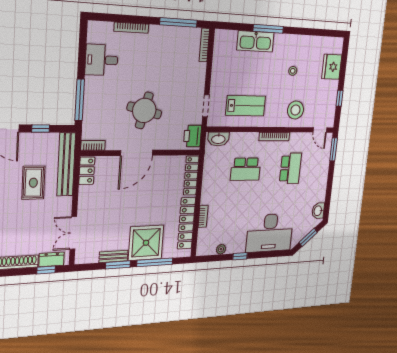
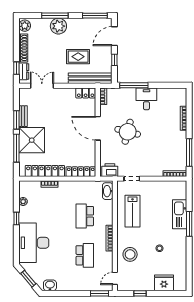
desk: (102, 60) -> (146, 99), moved
school desk: (290, 168) -> (85, 255), turned -90

